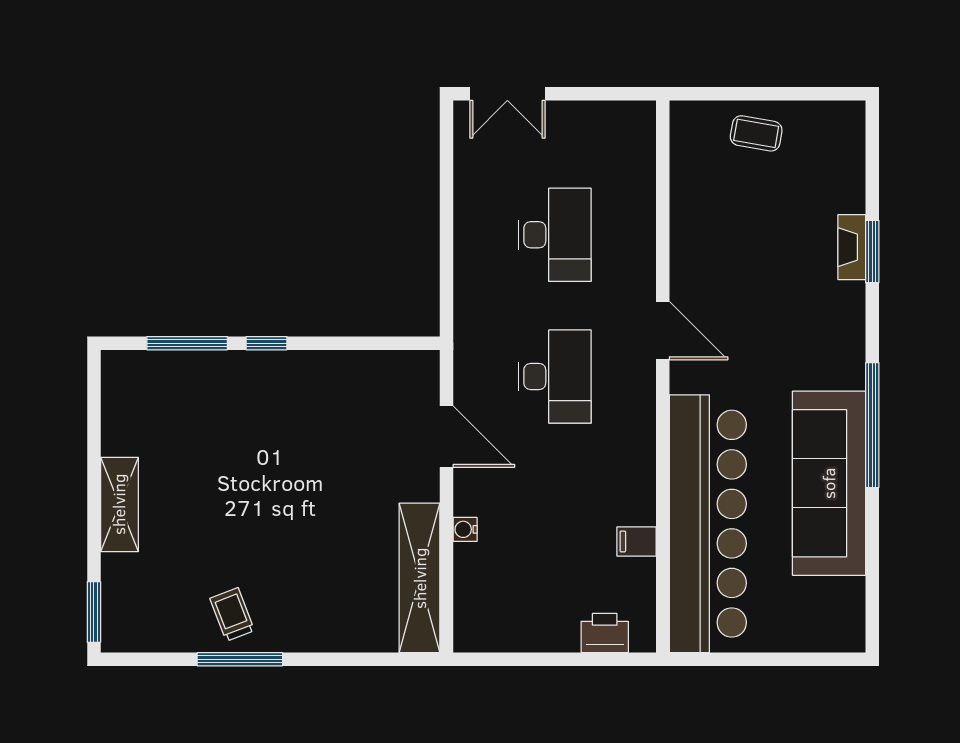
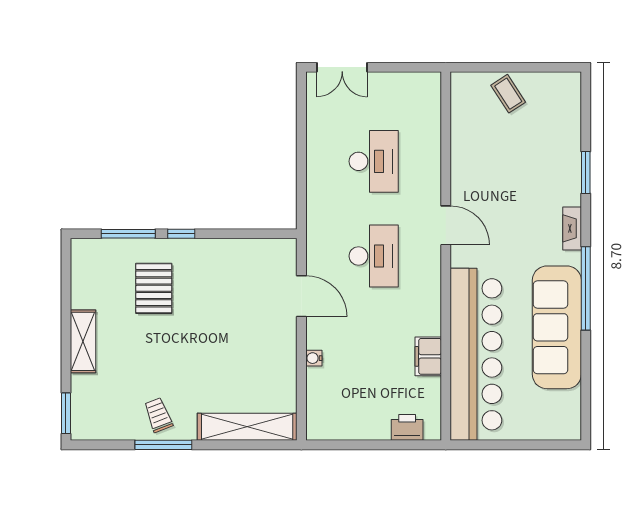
coffee table: (756, 133) -> (508, 94), turned 47
fireplace: (852, 247) -> (572, 228), moved
pallet: (226, 425) -> (154, 288), added
filing cabinet: (636, 541) -> (428, 356), width x2.00
shelving: (420, 578) -> (247, 427), moved, turned 90

